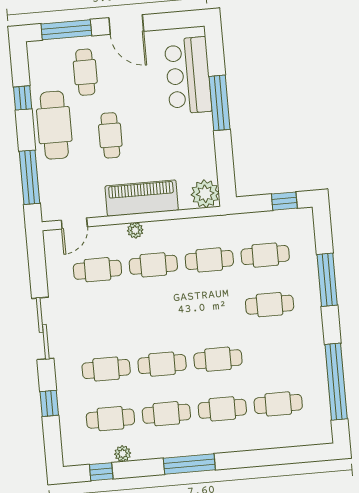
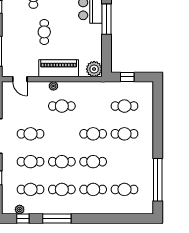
cafe table: (54, 125) -> (14, 24), removed
window: (284, 201) -> (127, 77), moved
door: (74, 223) -> (20, 79), hinge flipped
cafe table: (209, 260) -> (93, 134), moved
cafe table: (97, 270) -> (31, 134), moved
window: (327, 280) -> (158, 123), removed
plant: (123, 454) -> (20, 209), moved
window: (189, 464) -> (57, 219), moved

